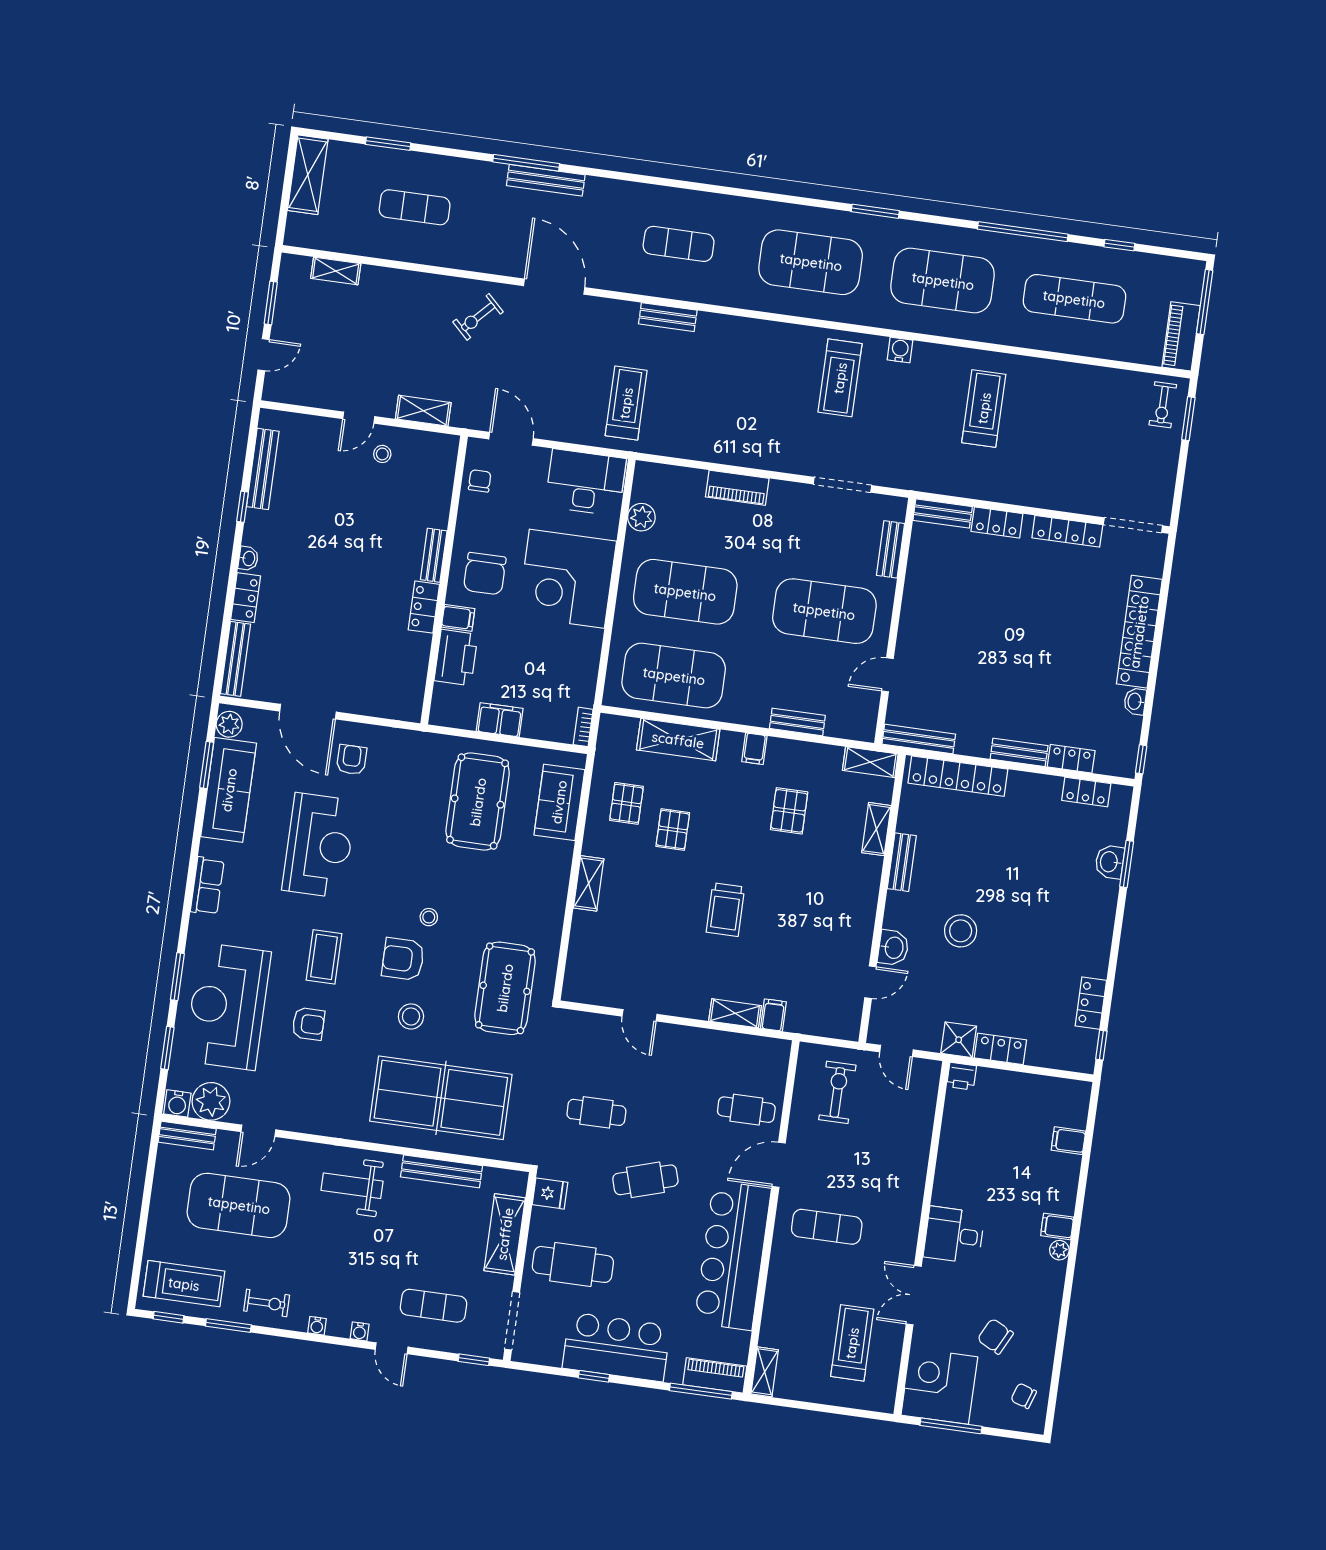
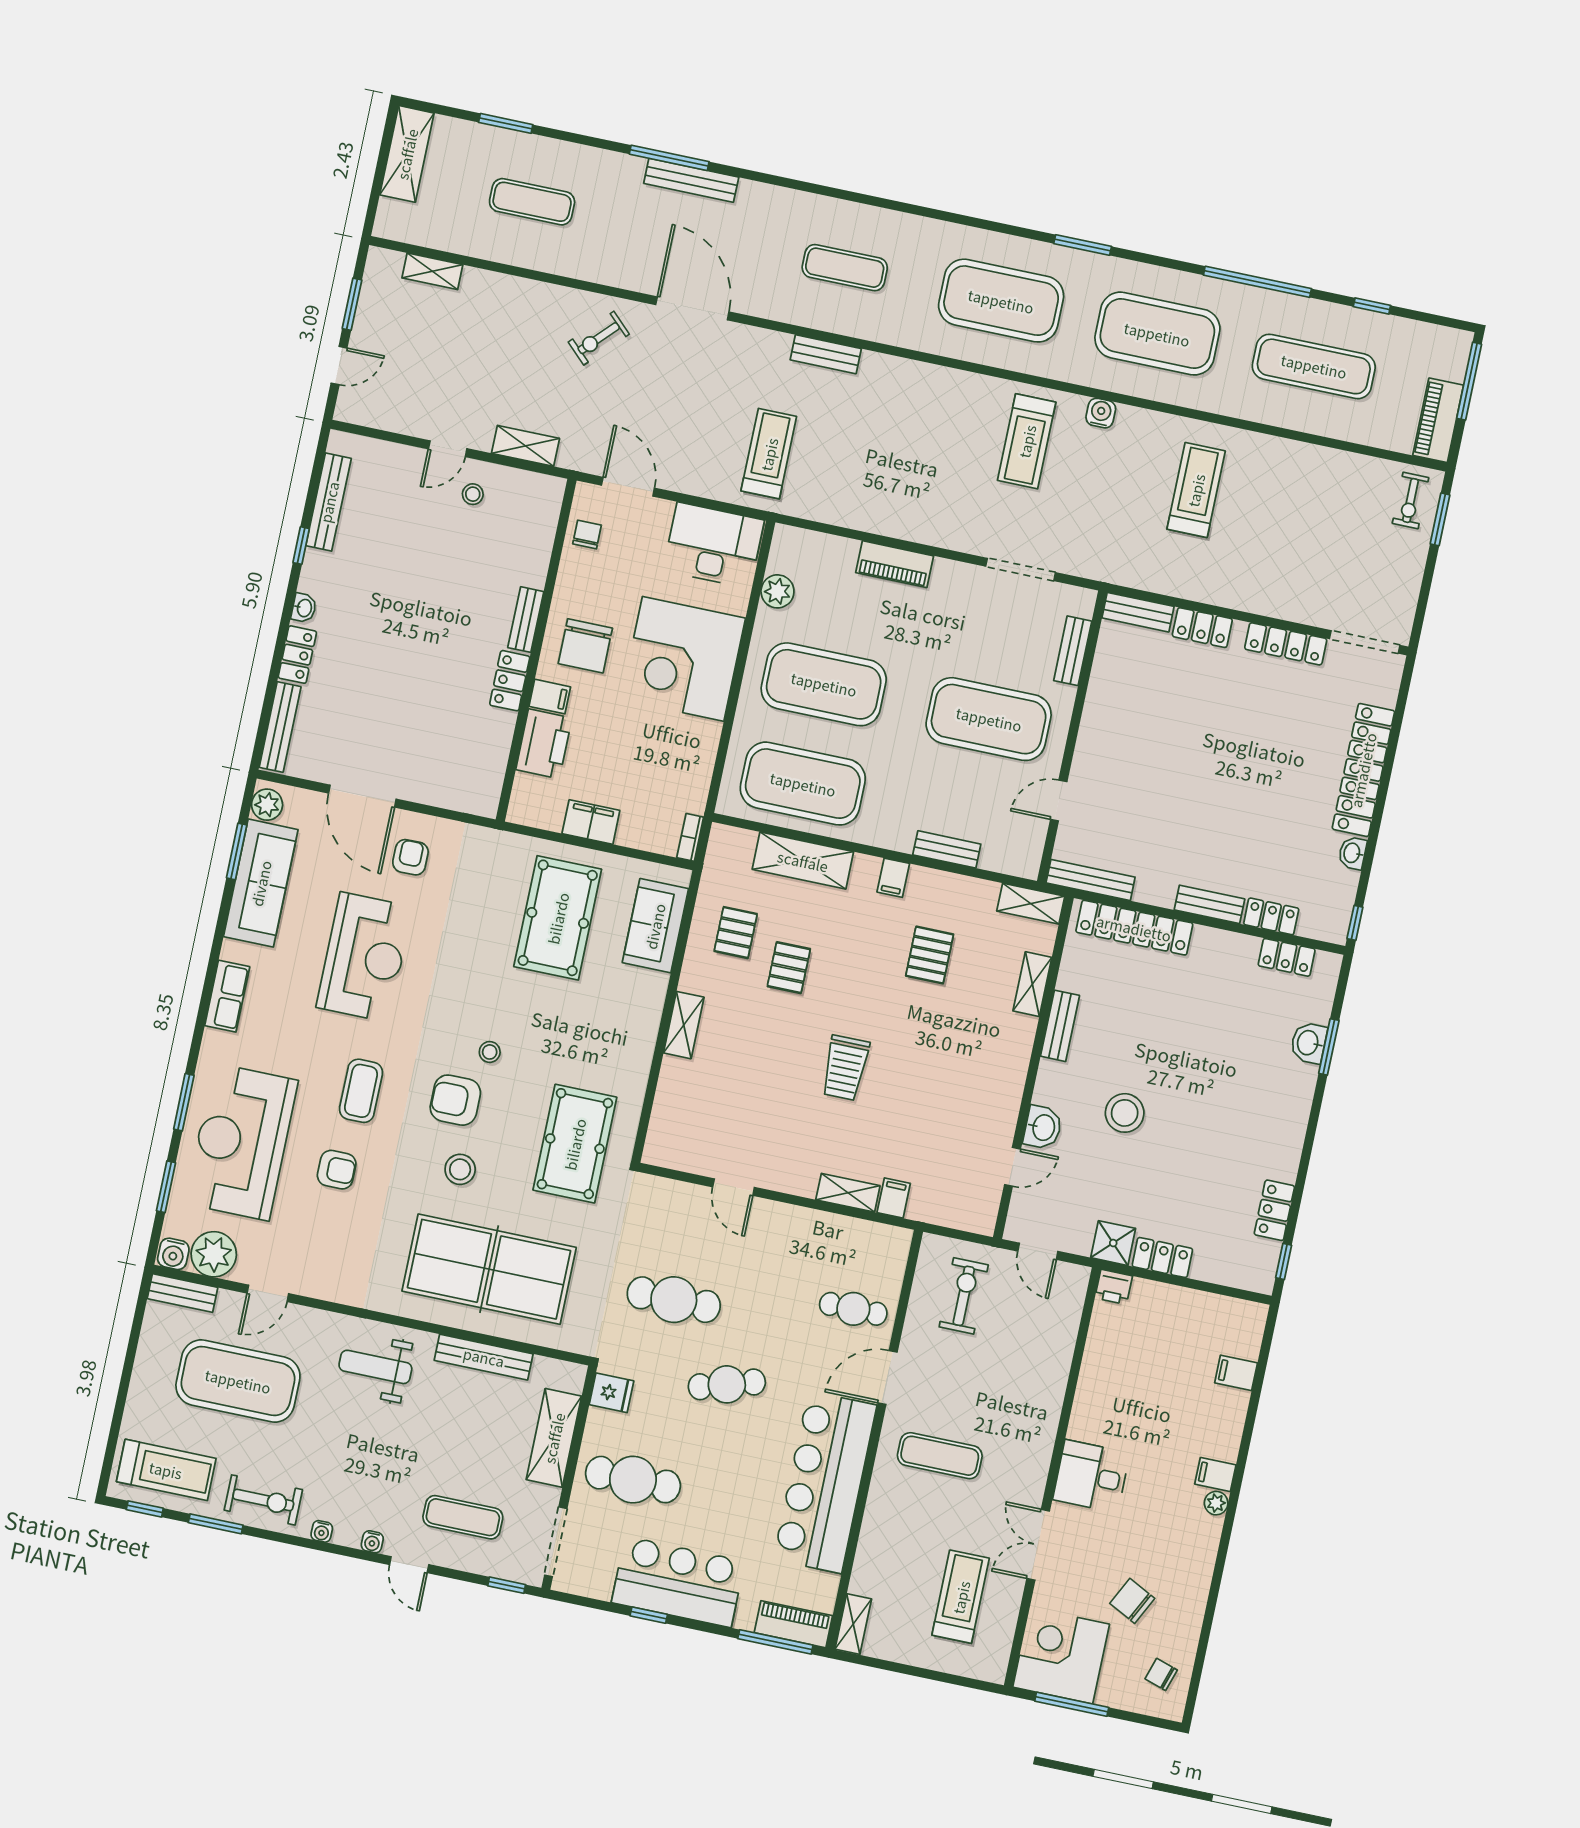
cafe table: (596, 1112) -> (674, 1300), width x1.37, depth x1.35
exercise bike: (267, 1303) -> (263, 1500), width x1.38, depth x1.39

